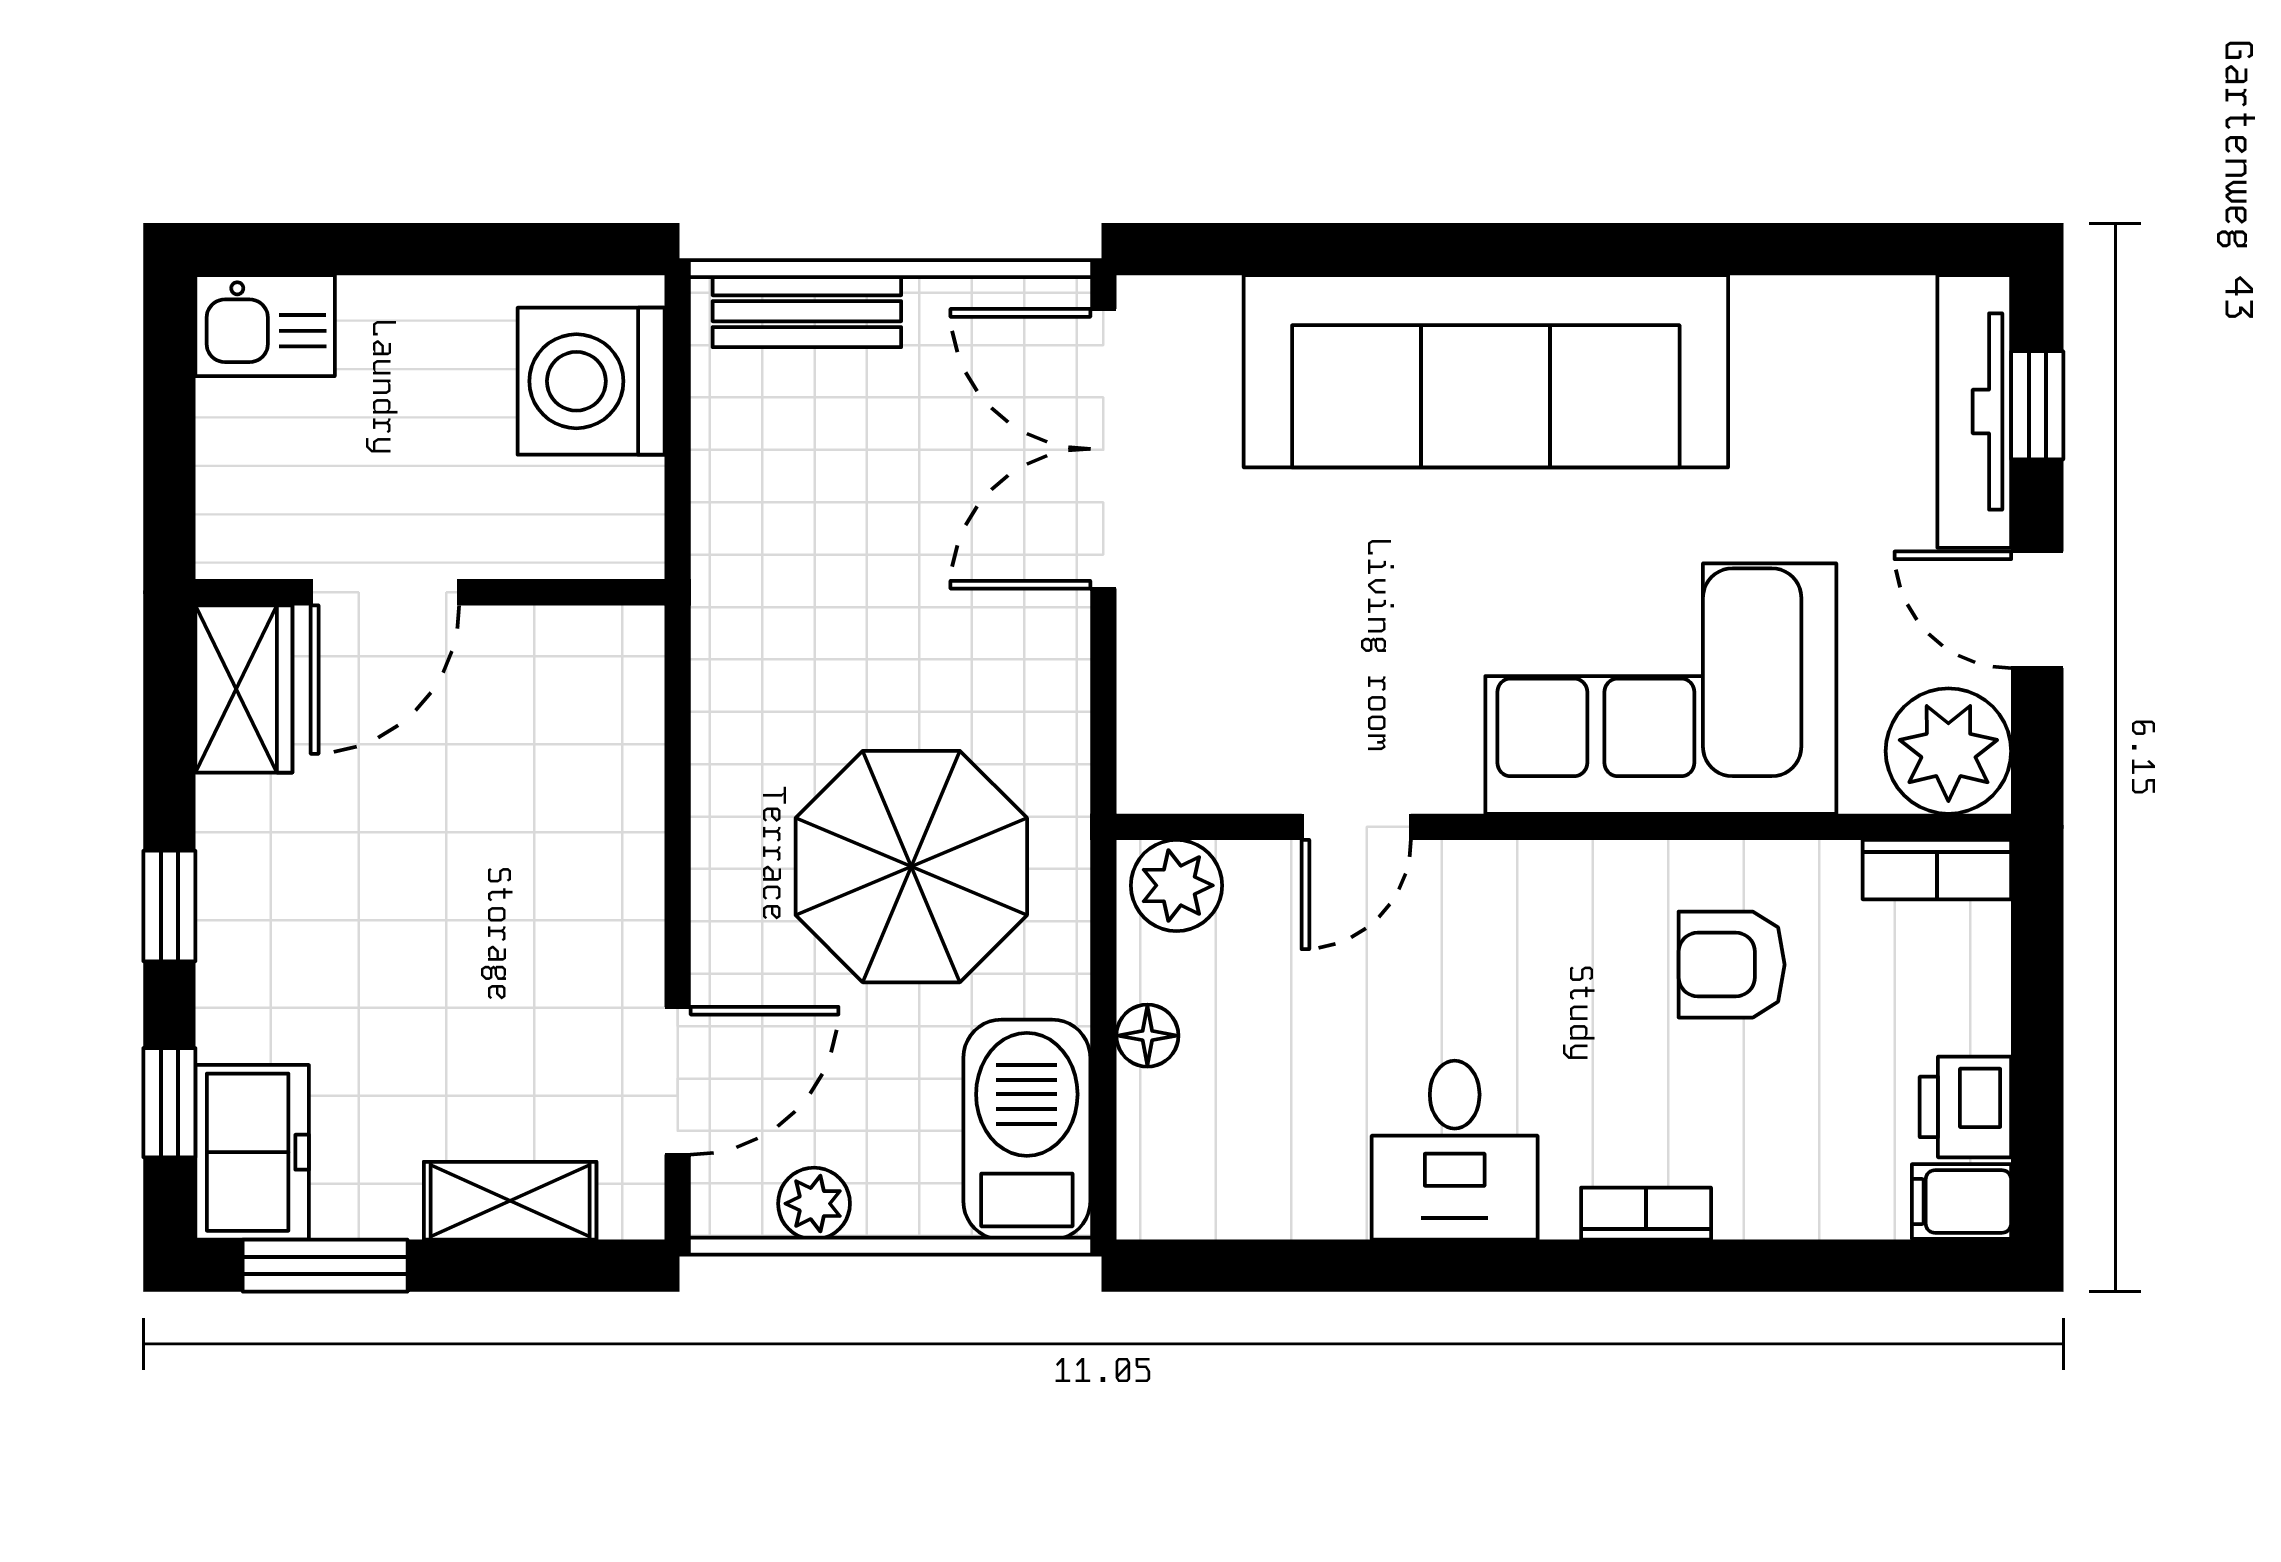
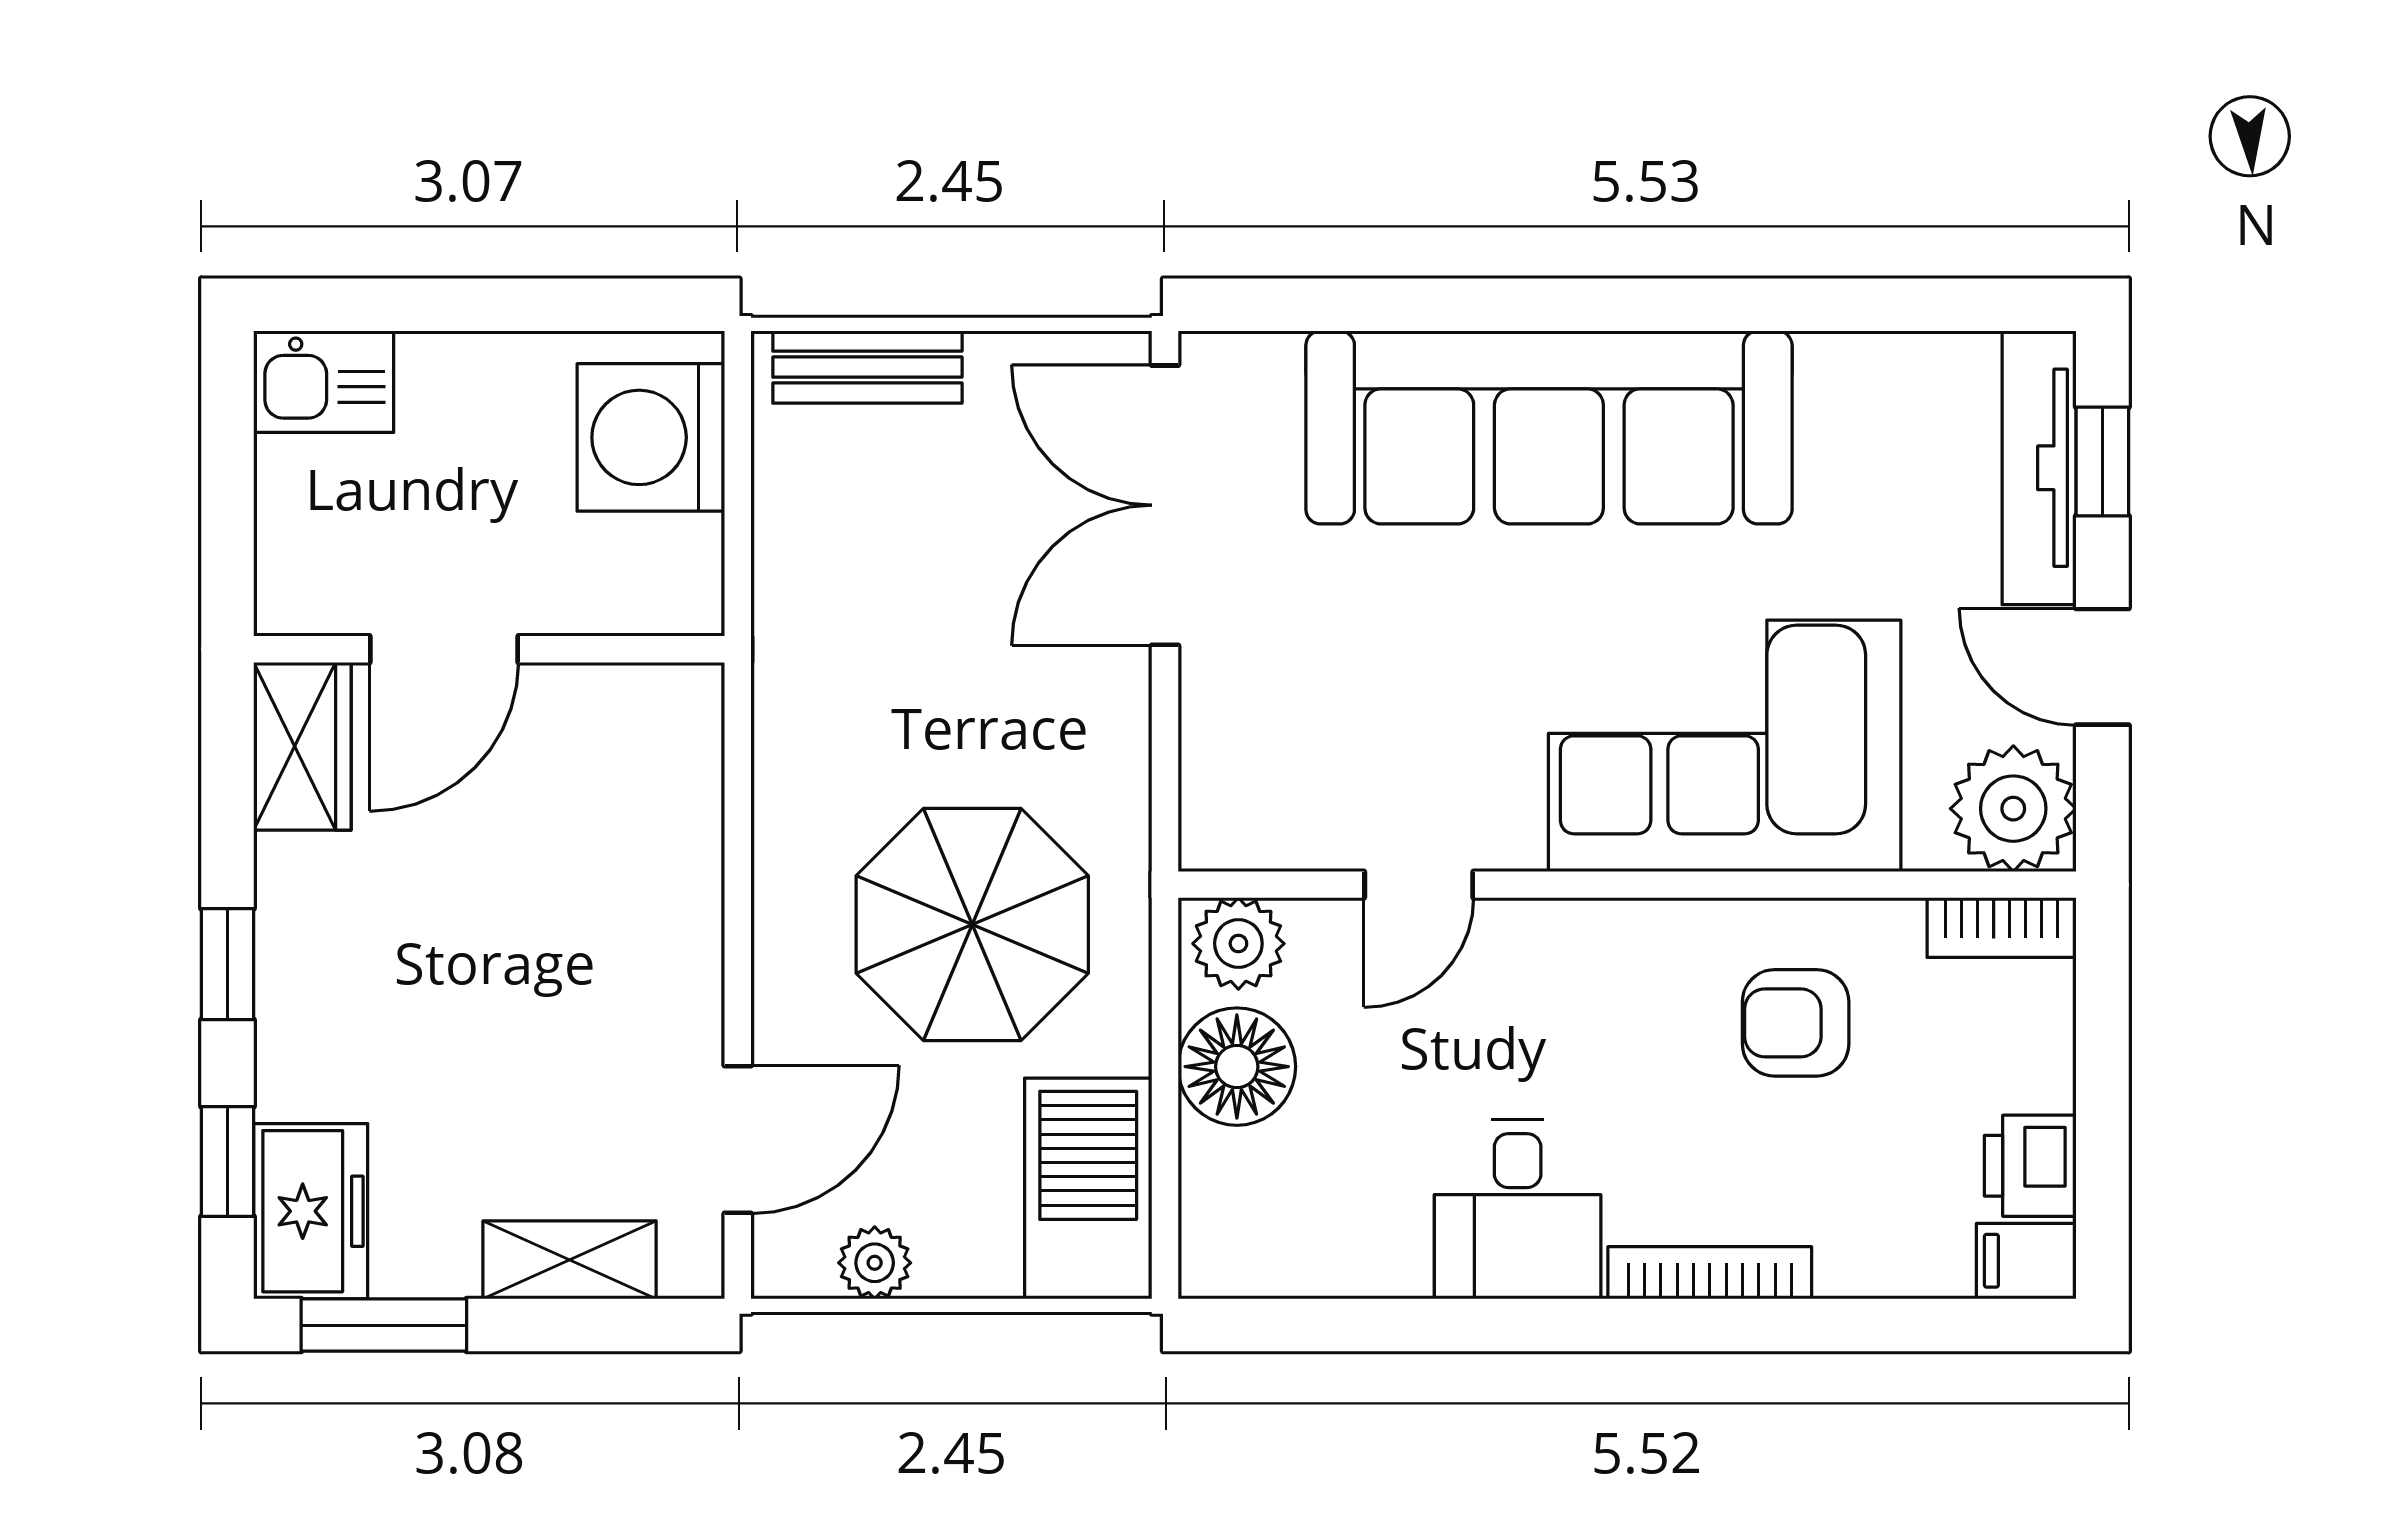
floor lamp: (1147, 1036) -> (1237, 1067), width x1.89, depth x1.89
bookcase: (1646, 1214) -> (1710, 1273), width x1.56

